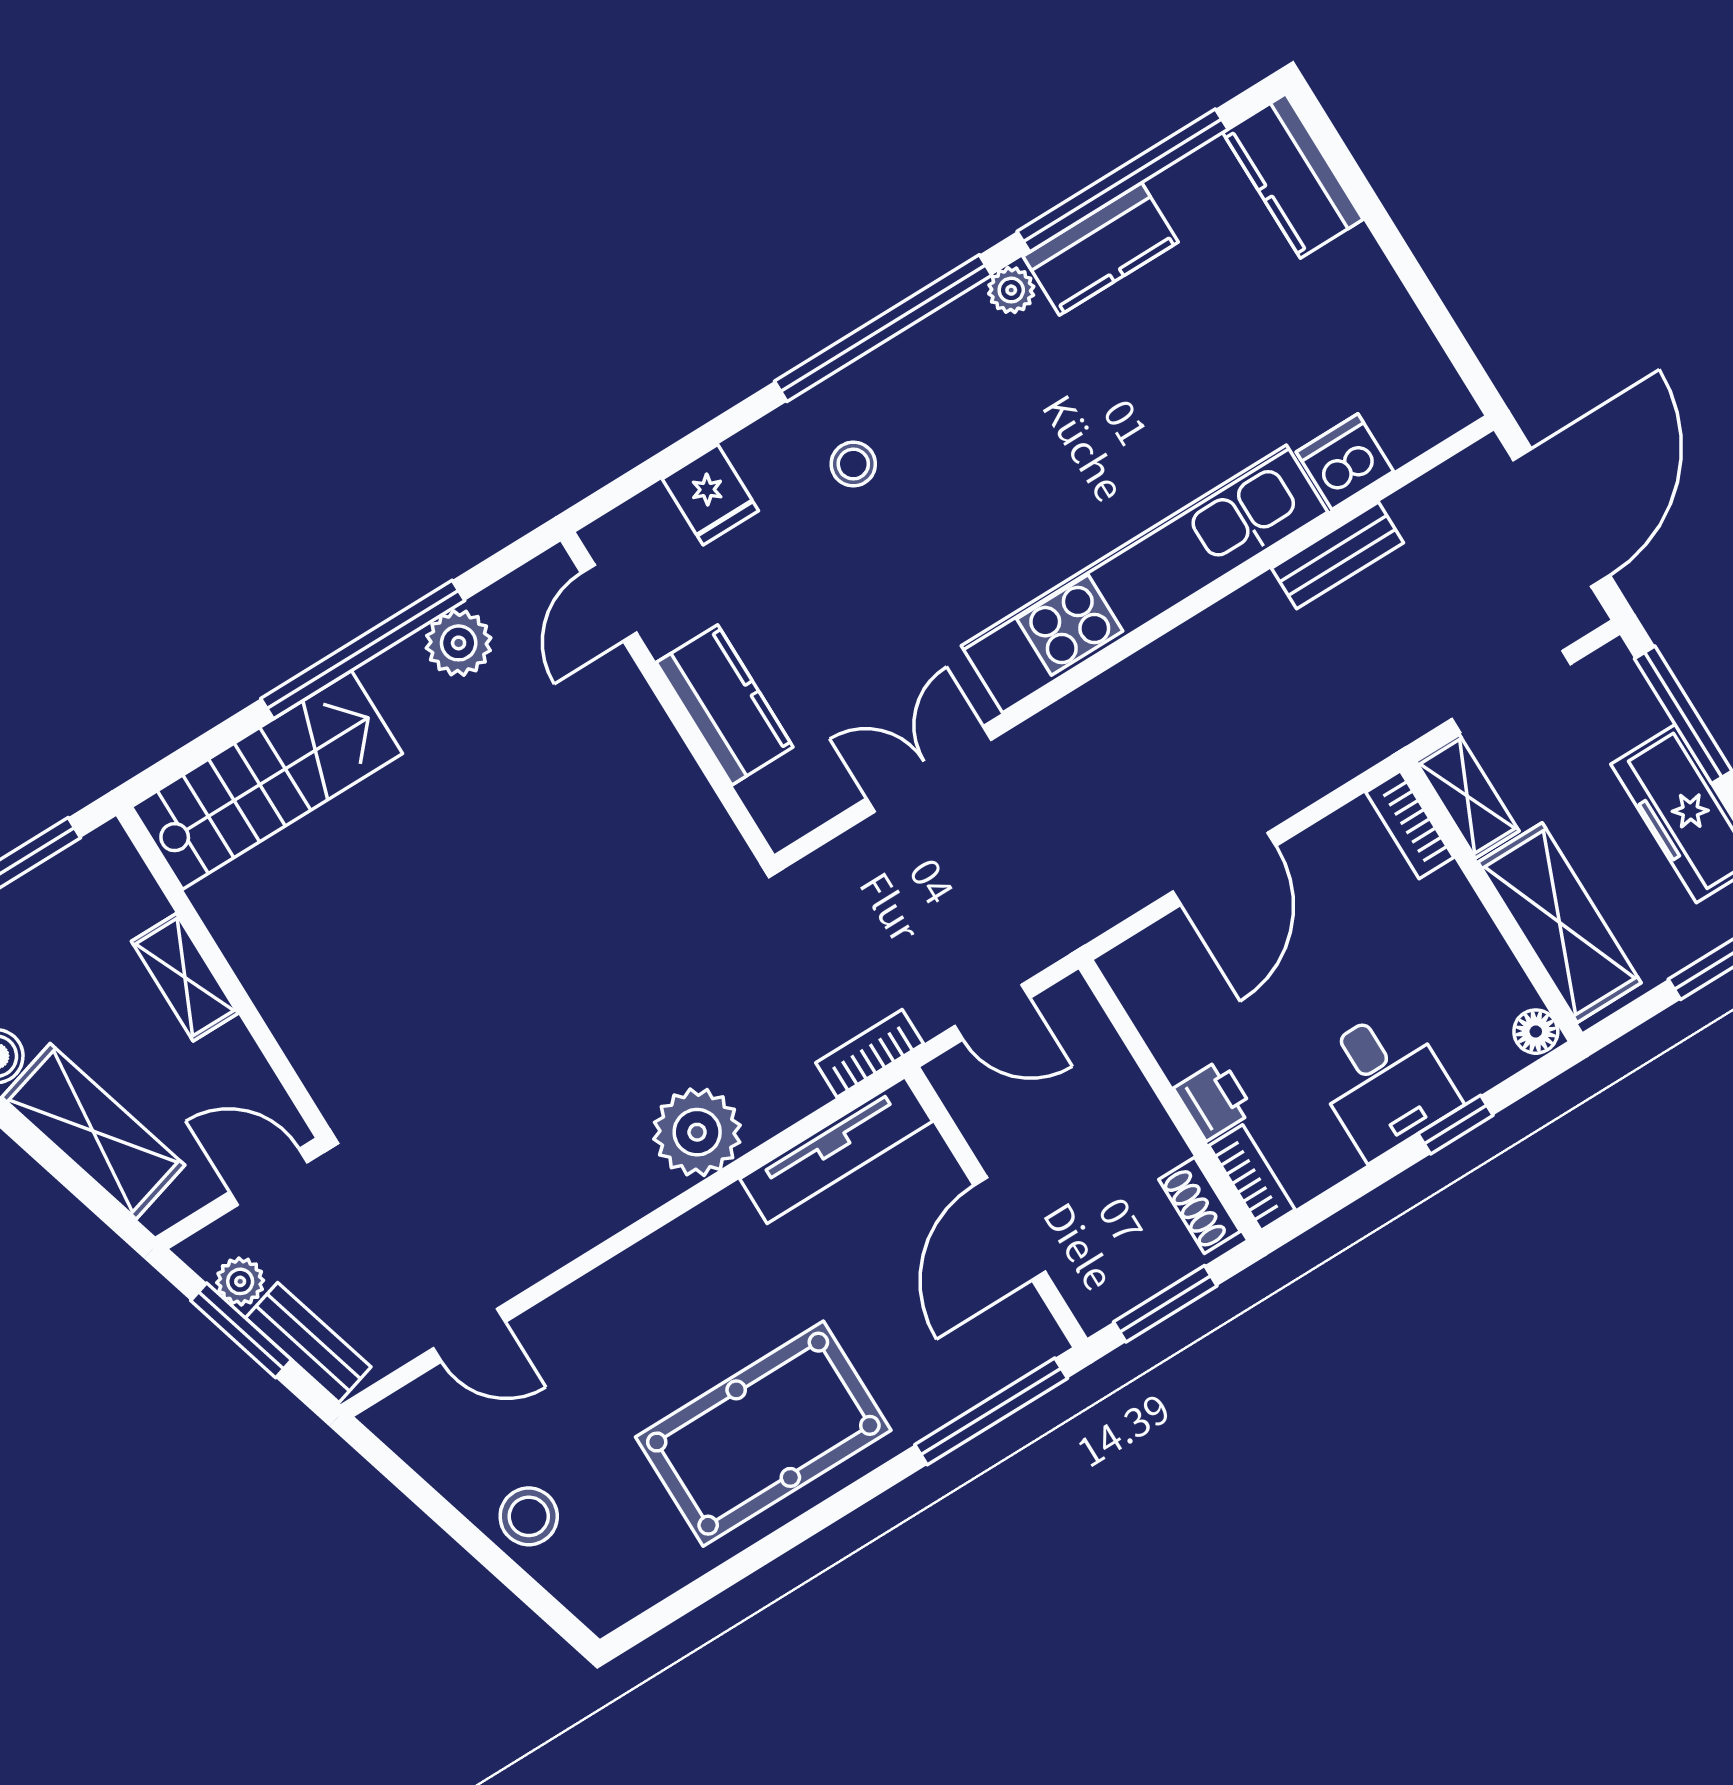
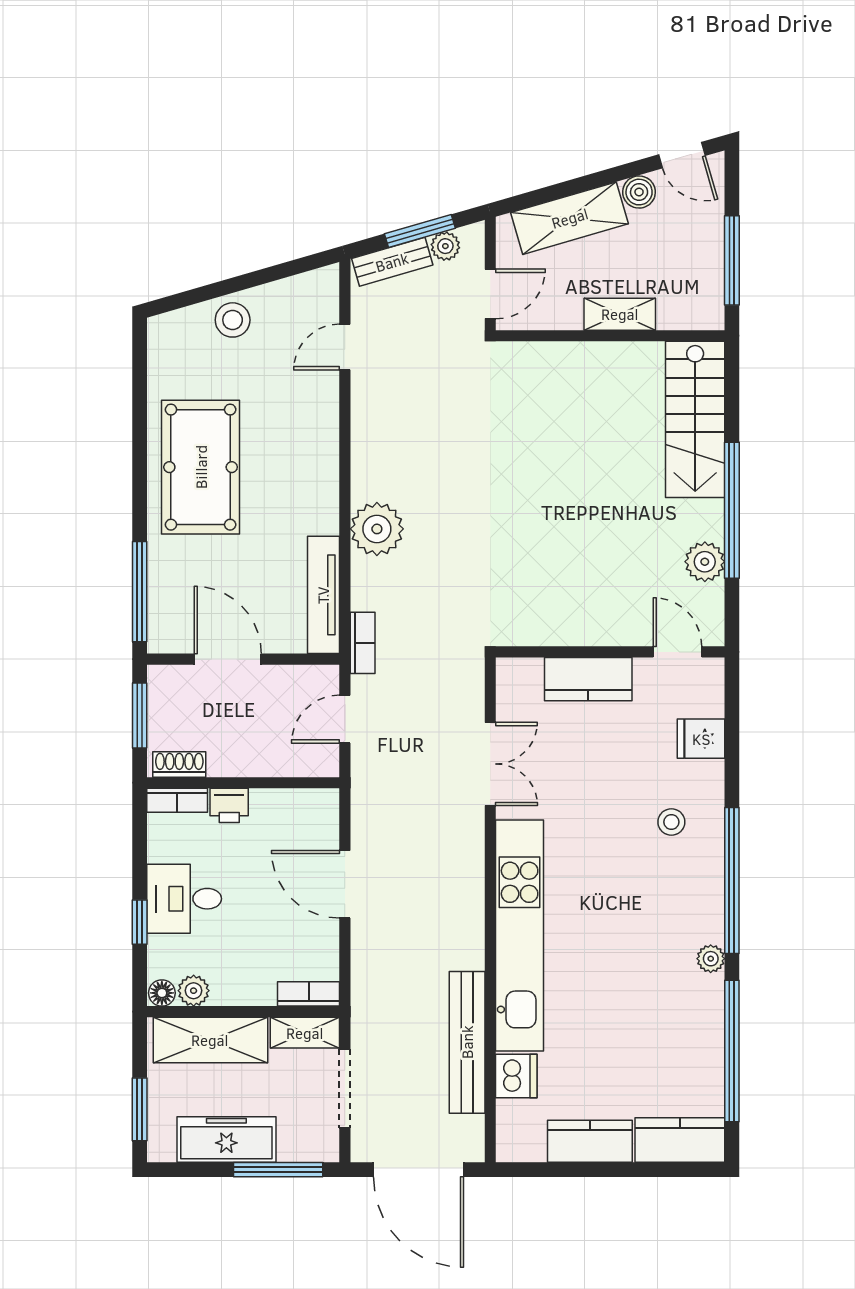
kitchen counter: (1101, 249) -> (590, 1141), moved, turned 90
bench: (1338, 555) -> (467, 1042), width x1.86, depth x1.21
plant: (1505, 989) -> (194, 991), added

